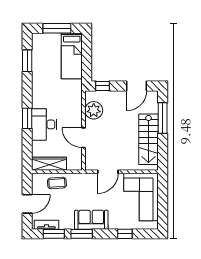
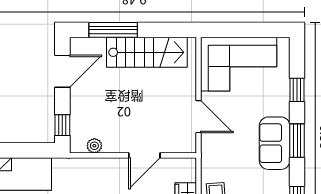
door: (137, 86) -> (62, 71), hinge flipped
plant: (94, 110) -> (94, 146), width x0.53, depth x0.53
window: (82, 234) -> (297, 141), moved

